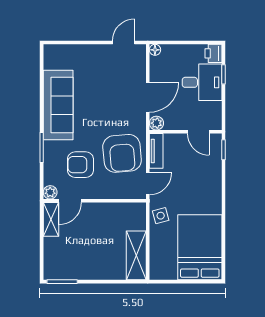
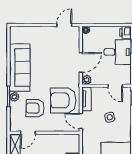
armchair: (122, 153) -> (63, 100), turned 95
door: (148, 184) -> (81, 121), swing flipped
plant: (50, 192) -> (14, 97), moved
side table: (161, 216) -> (110, 117), moved

